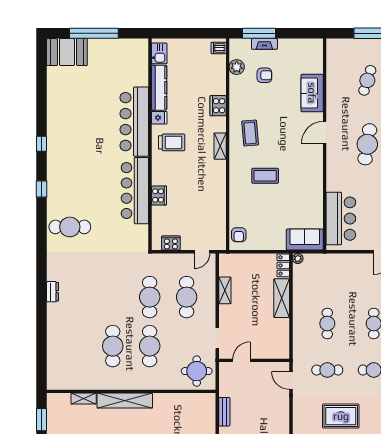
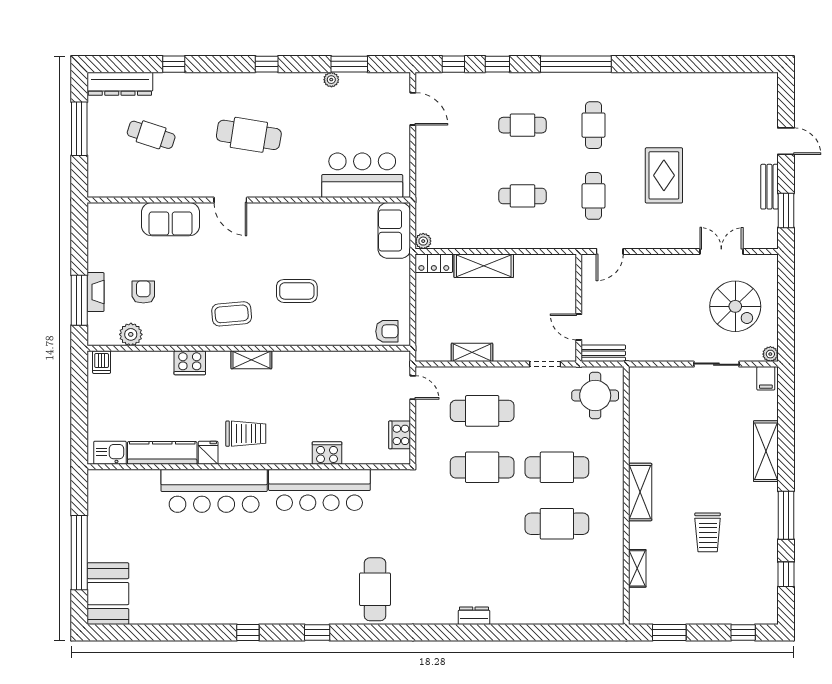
trolley: (172, 142) -> (246, 434), turned 90
coffee table: (265, 176) -> (297, 291), turned 90
shelving: (125, 401) -> (640, 492), width x0.68
bench: (224, 412) -> (603, 353), moved

